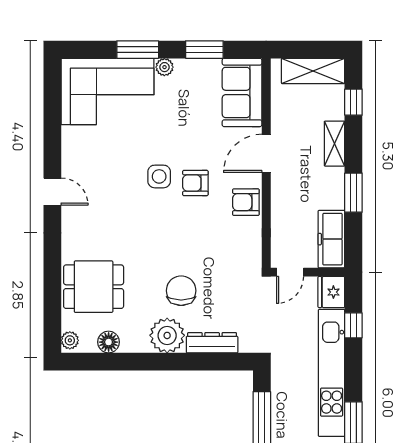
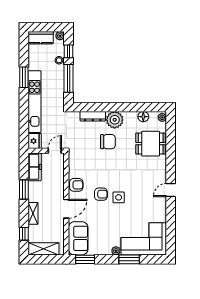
window: (204, 50) -> (85, 259), moved
door: (52, 192) -> (171, 190), hinge flipped
chair: (181, 291) -> (108, 142), turned -90
window: (353, 325) -> (24, 125), removed

